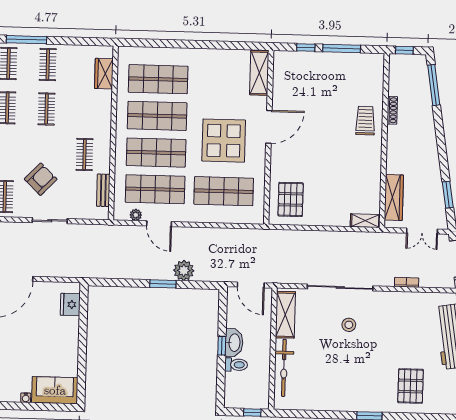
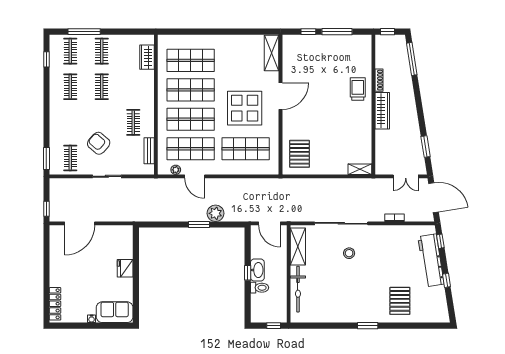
armchair: (41, 179) -> (99, 143), turned -93
wardrobe: (394, 198) -> (382, 111), moved
fridge: (70, 304) -> (125, 268), moved

